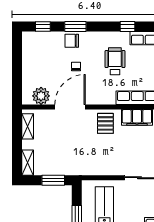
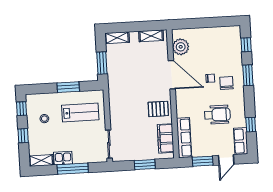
chair: (72, 41) -> (226, 83), moved

